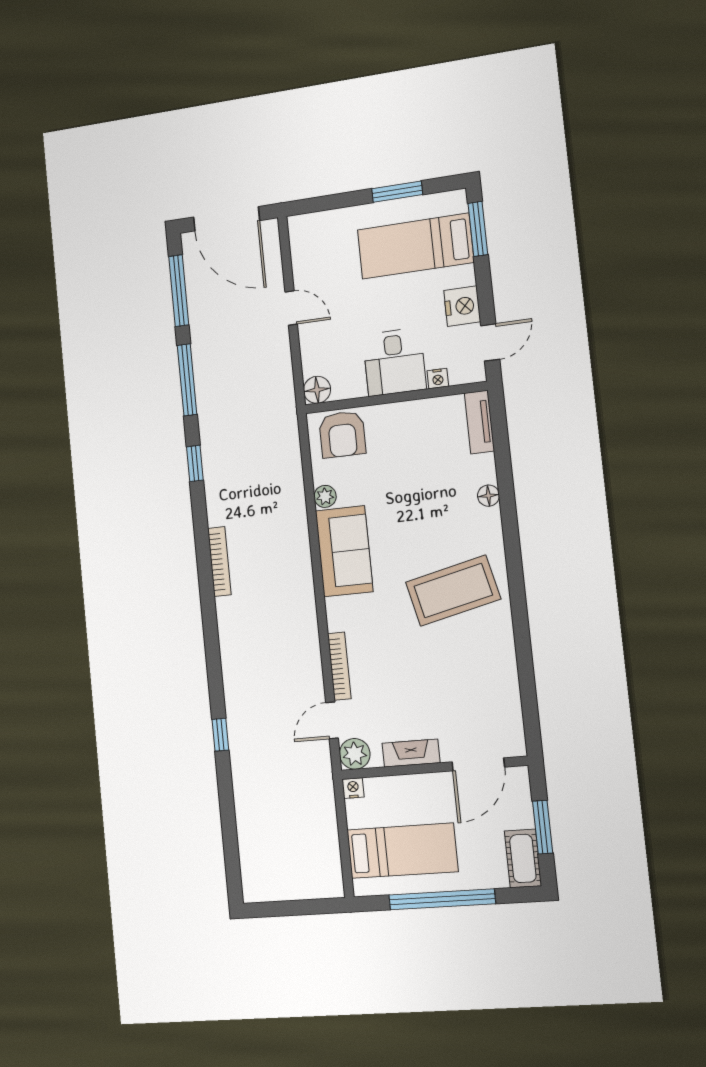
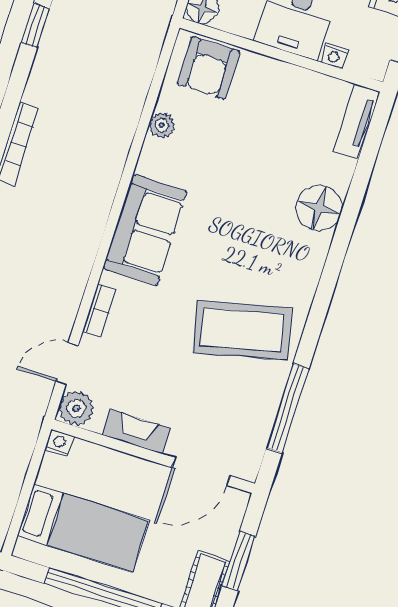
floor lamp: (488, 496) -> (319, 208), width x1.89, depth x1.89
sofa: (344, 551) -> (145, 230), moved
coffee table: (453, 591) -> (242, 330), moved
bookcase: (339, 666) -> (99, 310), width x0.64
window: (527, 682) -> (288, 408), added

